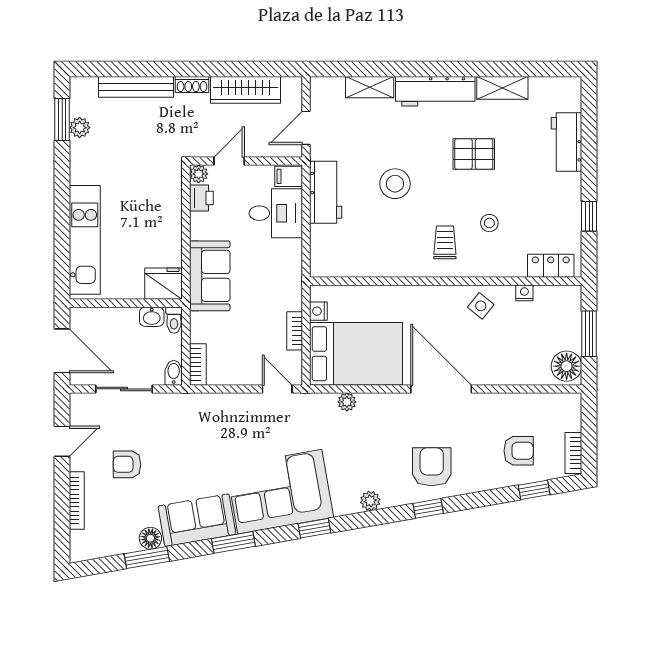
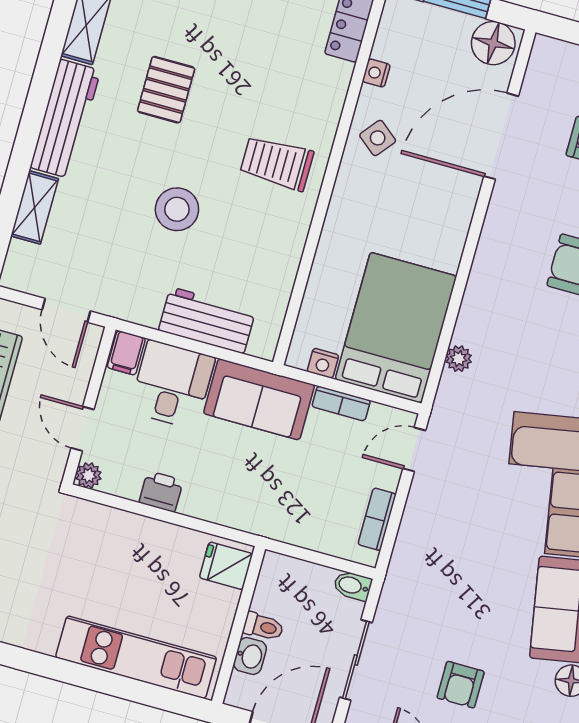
workbench: (326, 192) -> (207, 320), moved
printer: (201, 198) -> (161, 492), moved
stool: (489, 223) -> (267, 95), removed
trolley: (445, 242) -> (277, 163), width x1.36, depth x1.39
sofa: (210, 276) -> (259, 399), moved, turned 180
fridge: (163, 284) -> (226, 566), width x0.72
washbasin: (152, 317) -> (250, 656), moved
toilet: (174, 320) -> (263, 627), moved
bookcase: (198, 364) -> (377, 519), moved, turned -90
door: (441, 389) -> (501, 136), moved

